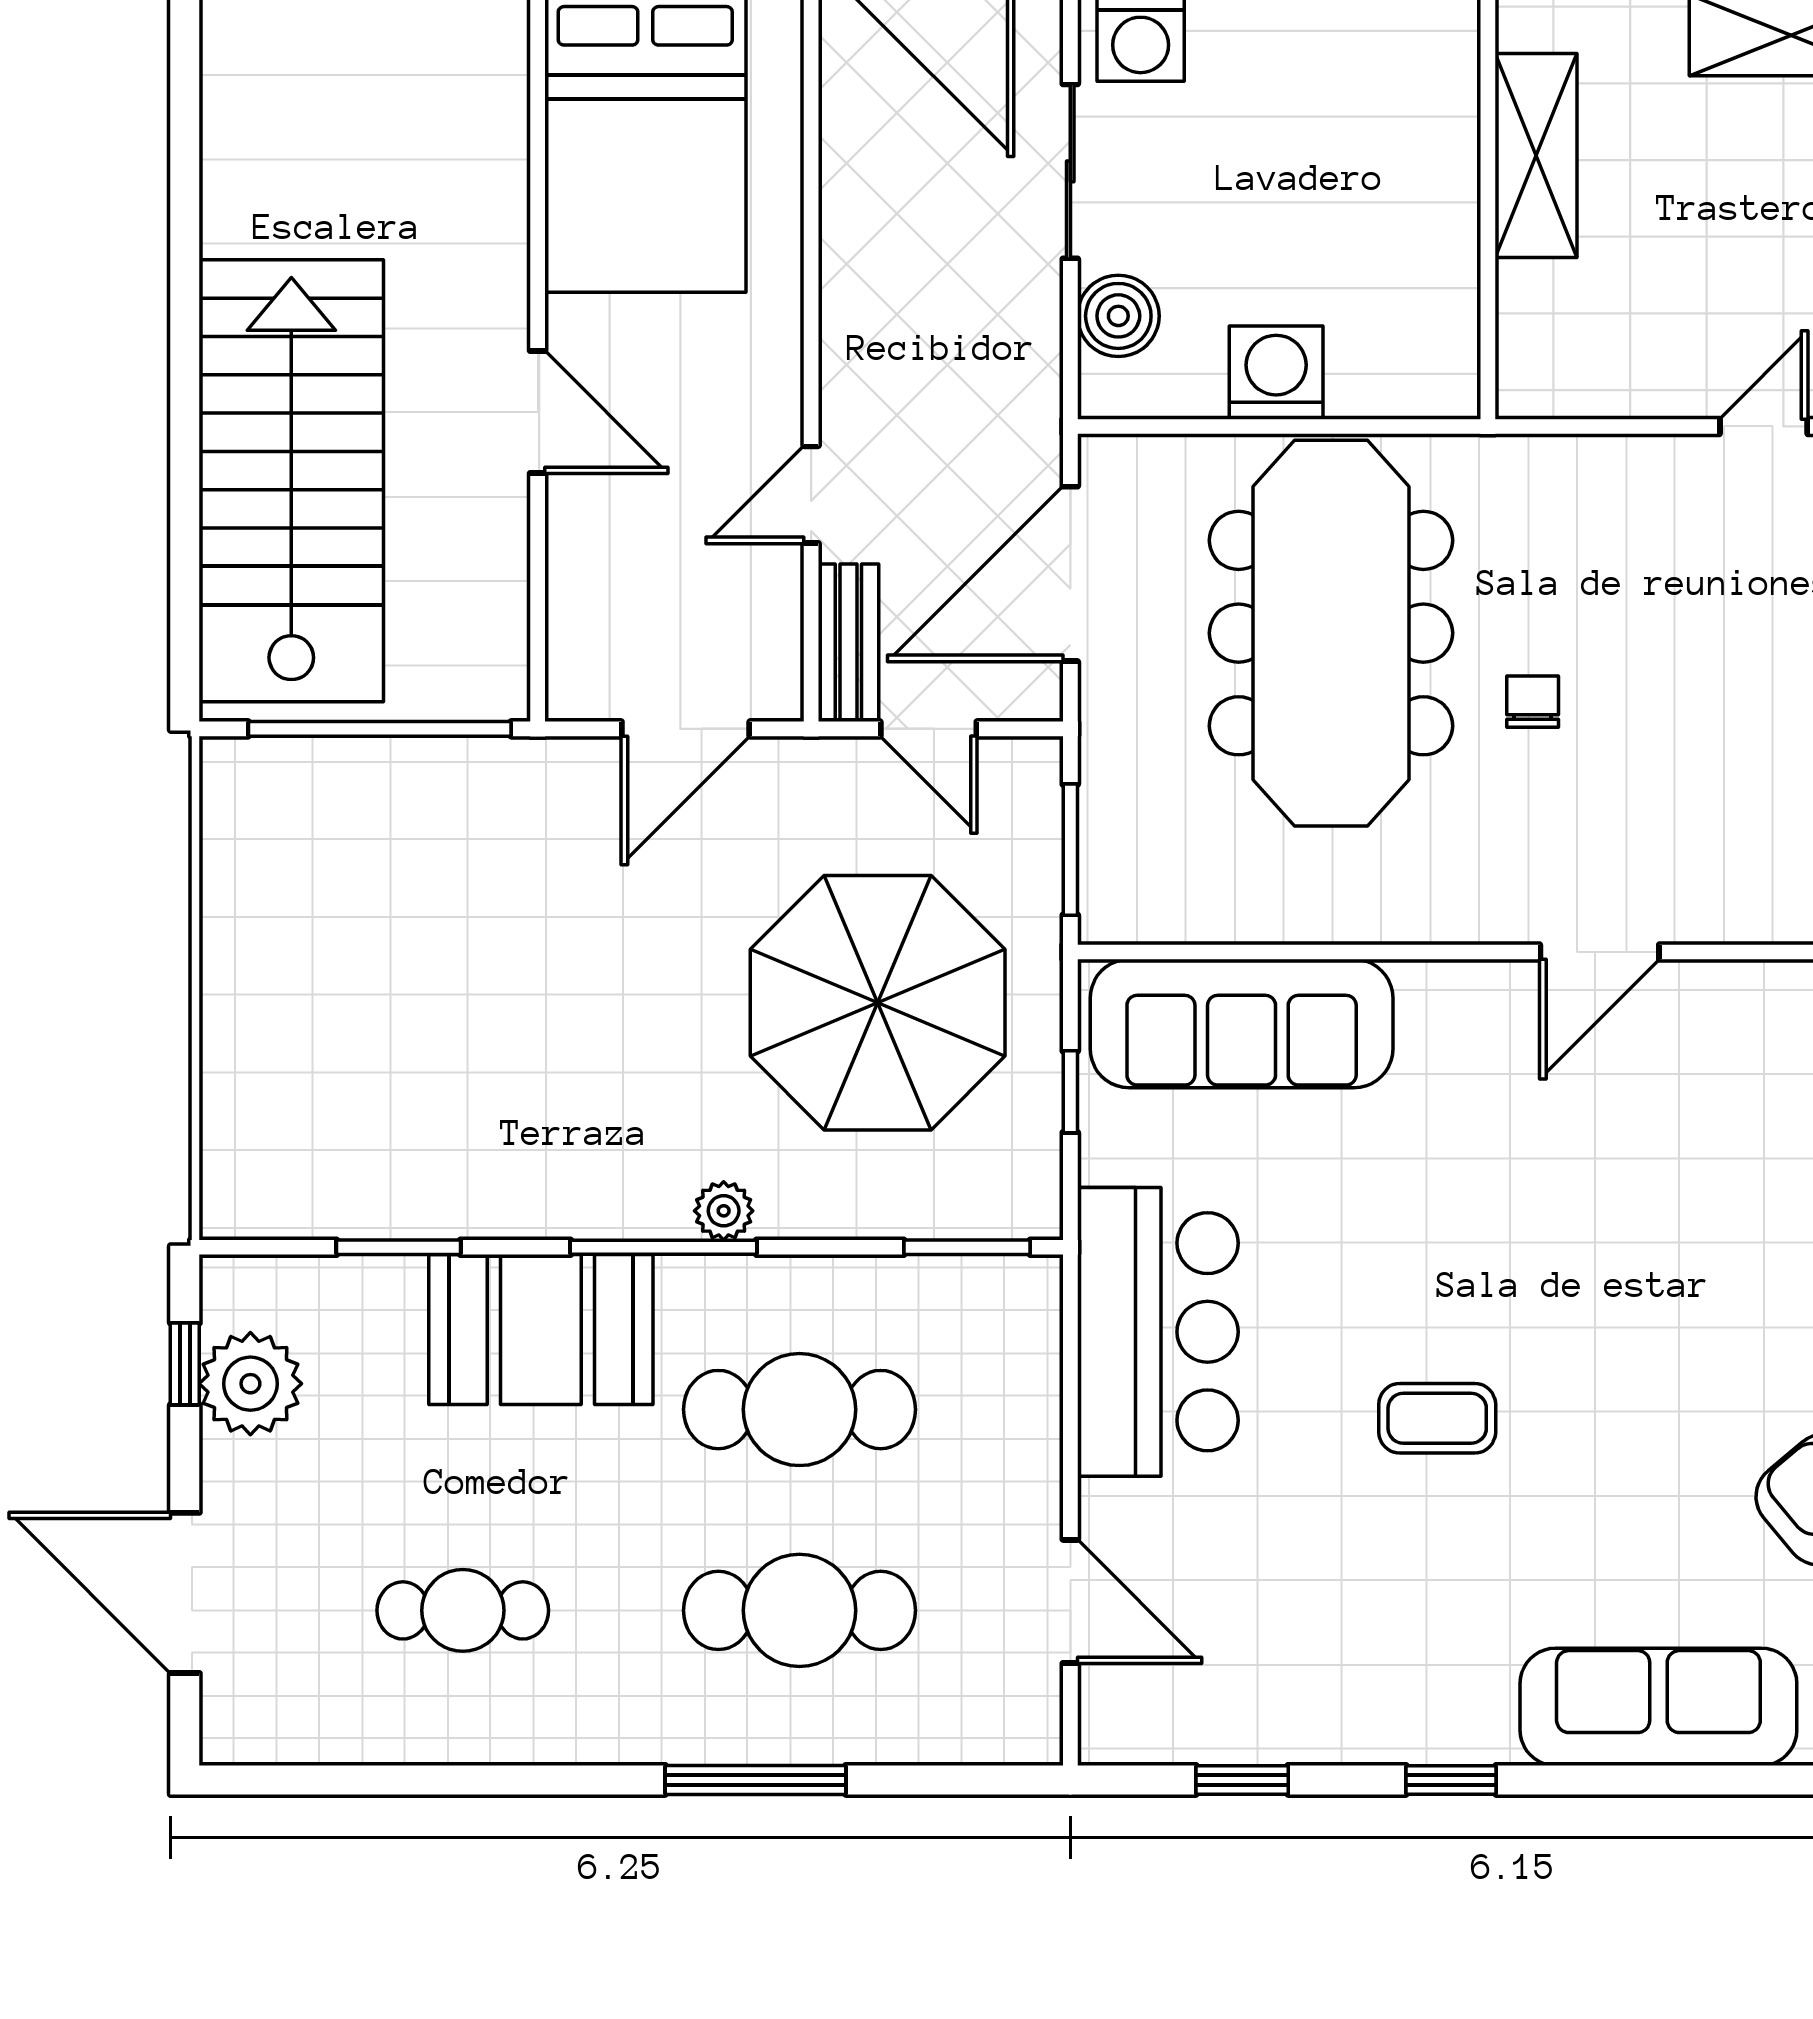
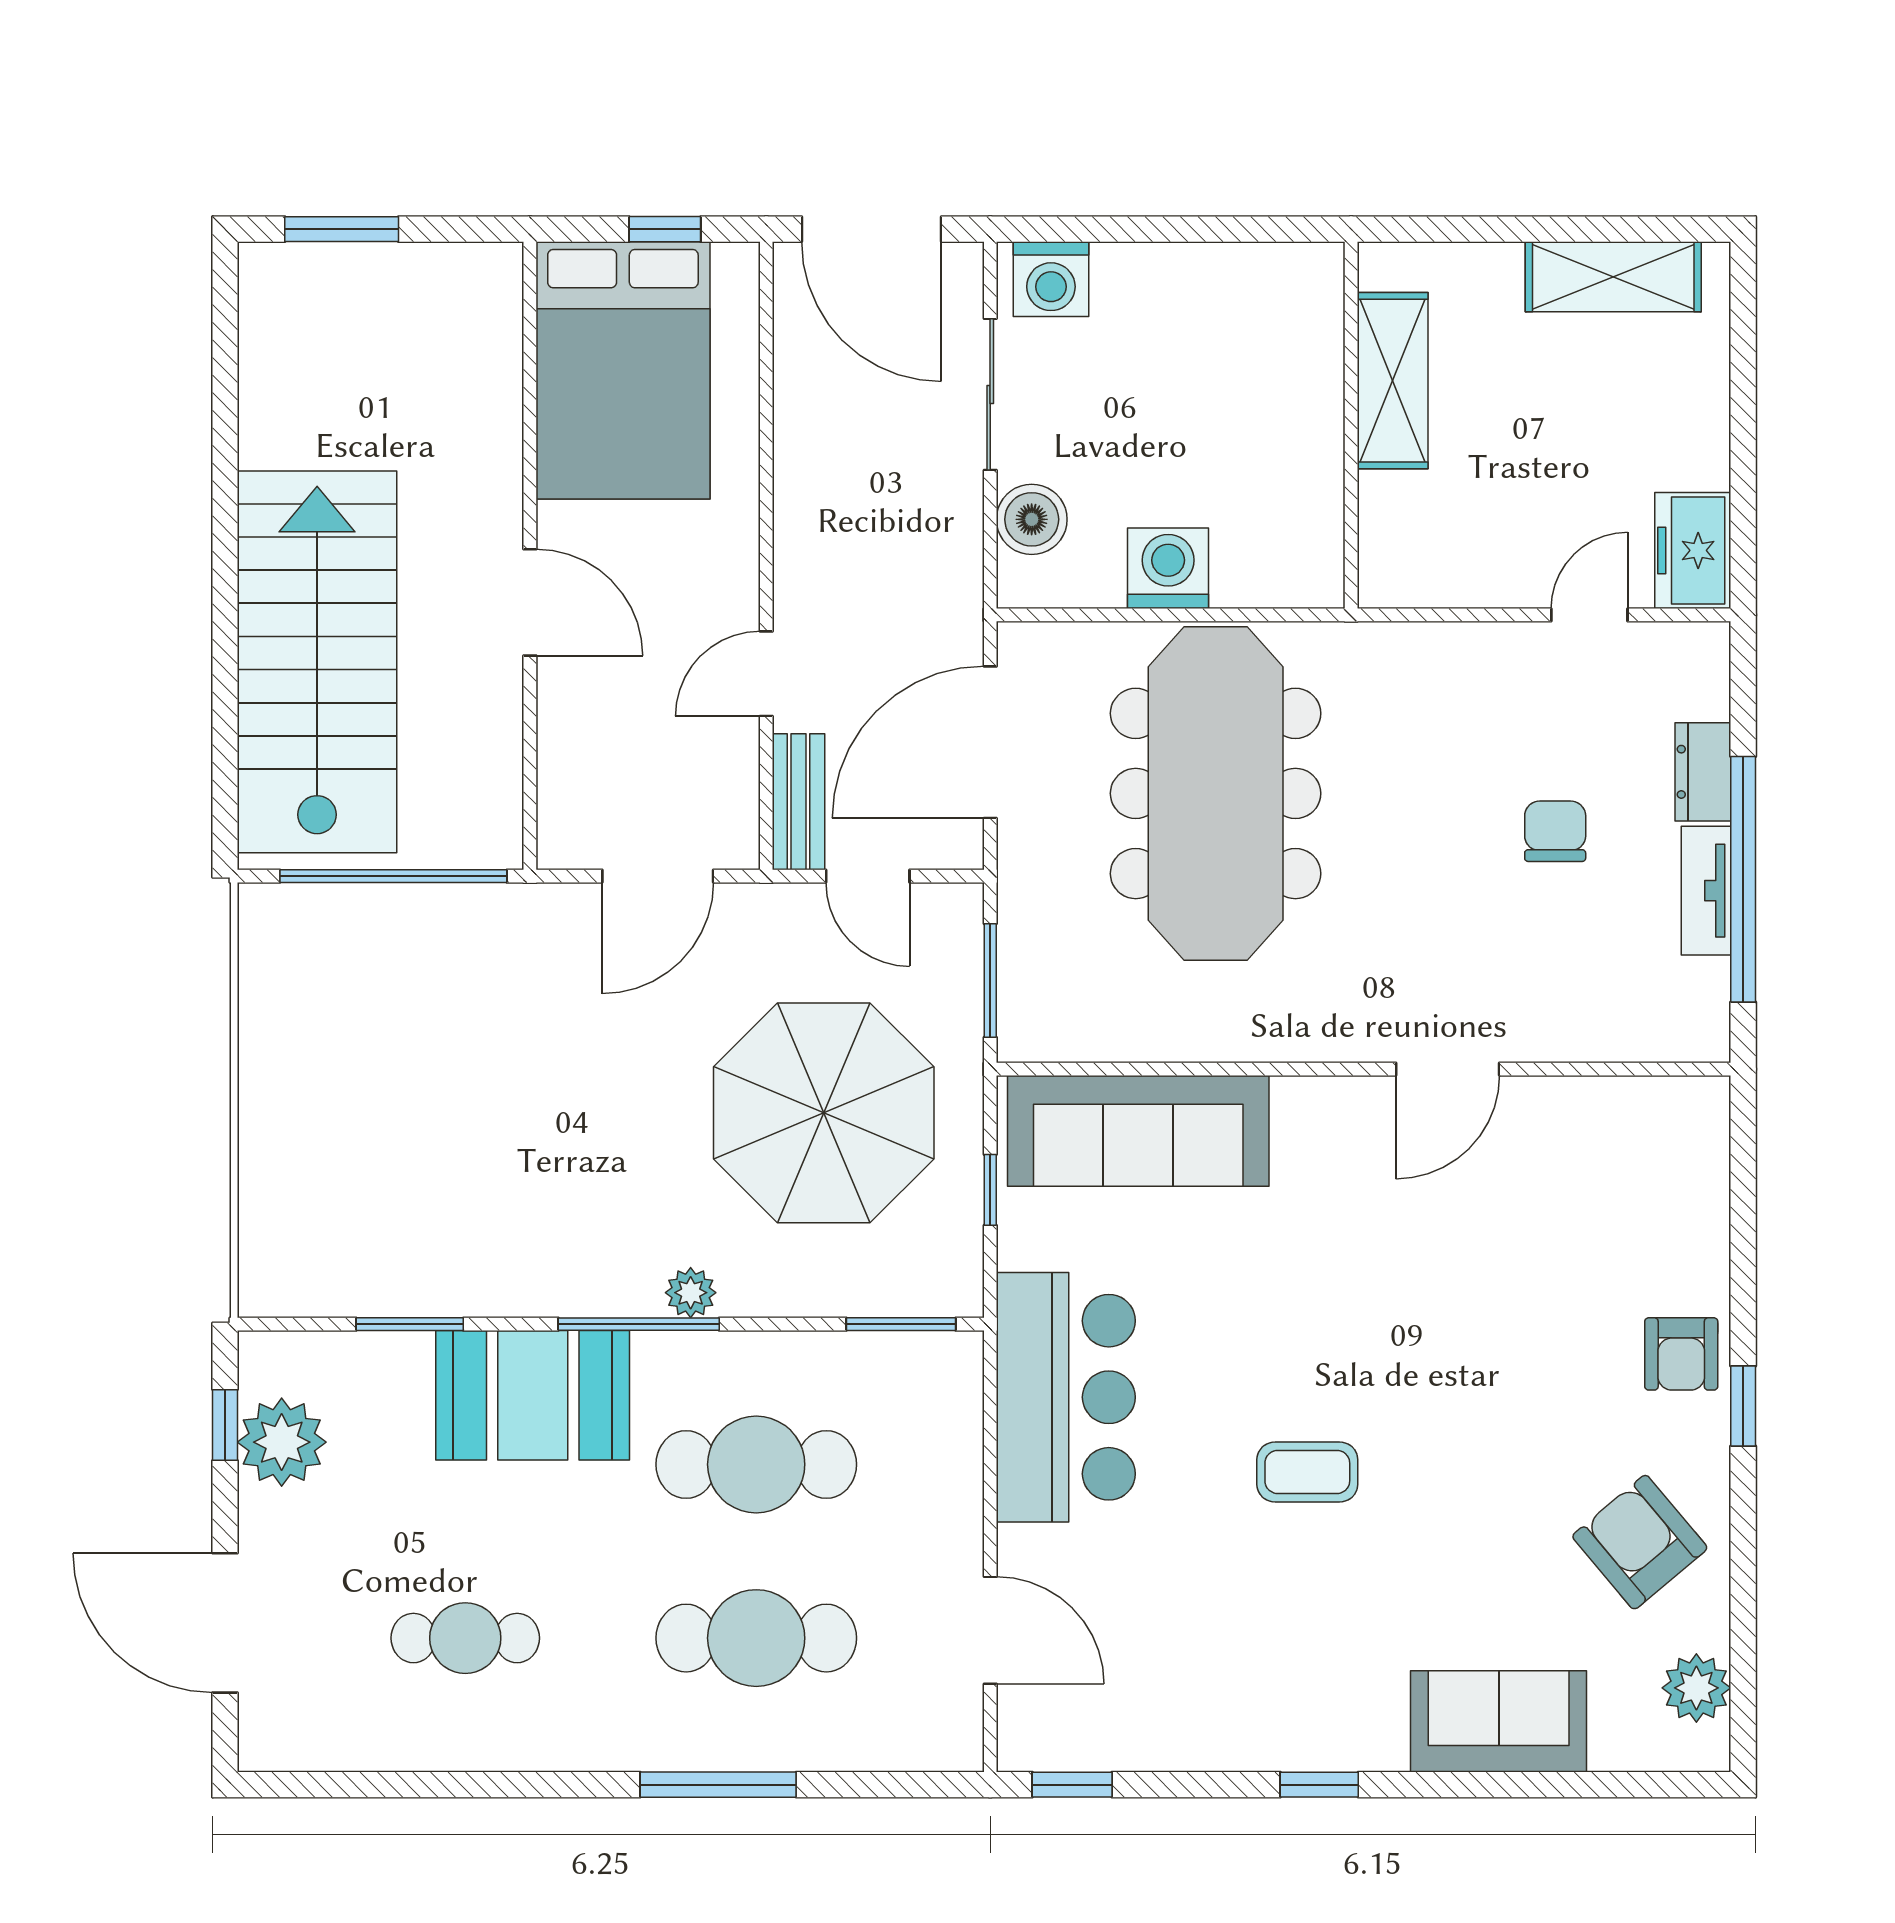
chair: (1533, 702) -> (1555, 831), moved, width x1.37, depth x1.37
sofa: (1658, 1707) -> (1499, 1721), width x0.73
window: (1242, 1780) -> (1072, 1785), moved

